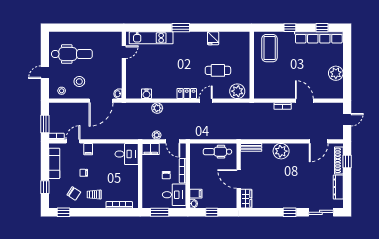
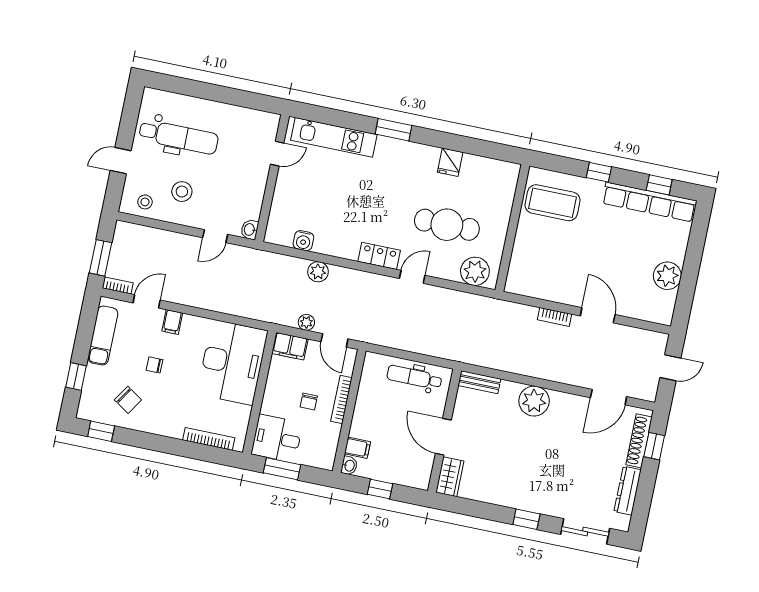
coffee table: (270, 48) -> (552, 203), turned 90
cafe table: (218, 70) -> (447, 225), width x1.37, depth x1.35
door: (101, 101) -> (215, 236), width x0.53
desk: (127, 154) -> (232, 362), width x1.87, depth x1.30
trolley: (94, 194) -> (166, 410), removed
desk: (174, 195) -> (277, 438), moved, turned 180

